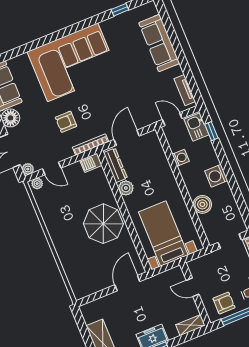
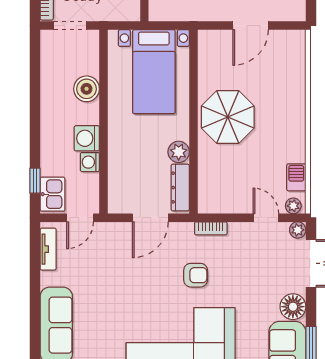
door: (172, 119) -> (80, 218), hinge flipped
armchair: (66, 122) -> (196, 275), moved
bookcase: (91, 145) -> (211, 228), width x0.64
barbecue: (91, 163) -> (296, 177), moved, turned -90
washing machine: (216, 176) -> (87, 138), moved, turned 180
door: (127, 283) -> (251, 26), moved

